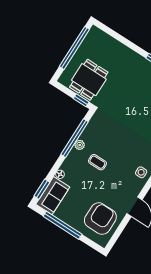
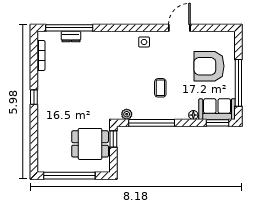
plant: (80, 145) -> (127, 114), moved
armchair: (100, 219) -> (209, 66), moved

